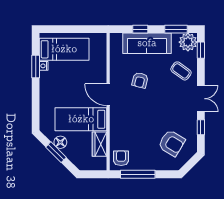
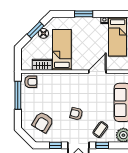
window: (201, 50) -> (102, 145), moved
window: (36, 67) -> (84, 14), moved
armchair: (140, 80) -> (76, 114), moved
door: (108, 95) -> (97, 72), moved

